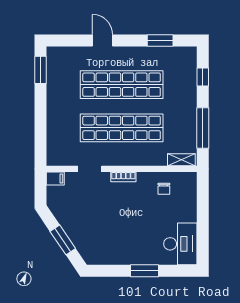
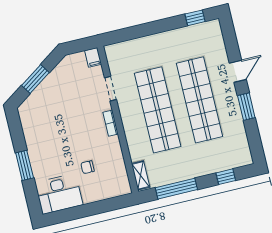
window: (160, 41) -> (246, 107), moved
window: (40, 70) -> (195, 18), width x0.67
chair: (164, 189) -> (88, 167), moved

